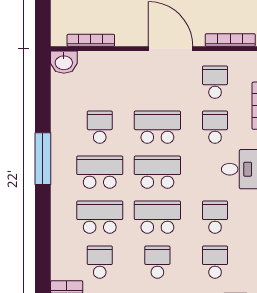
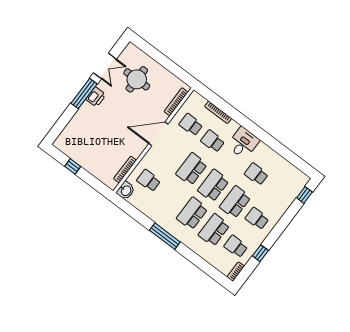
school desk: (100, 127) -> (149, 181), moved
school desk: (215, 262) -> (278, 191), removed

